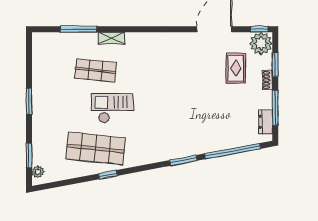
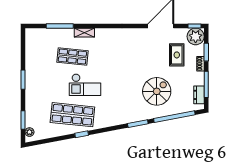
checkout: (112, 108) -> (85, 85), turned 180
spiral stairs: (209, 117) -> (157, 91), added

